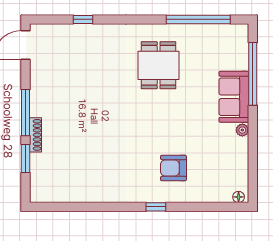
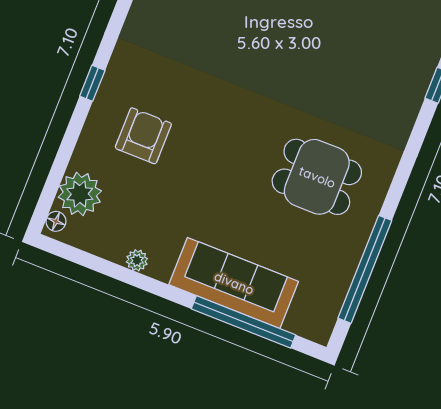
sofa: (234, 97) -> (234, 283), width x1.36
plant: (242, 130) -> (137, 260), moved
plant: (219, 190) -> (80, 194), added

